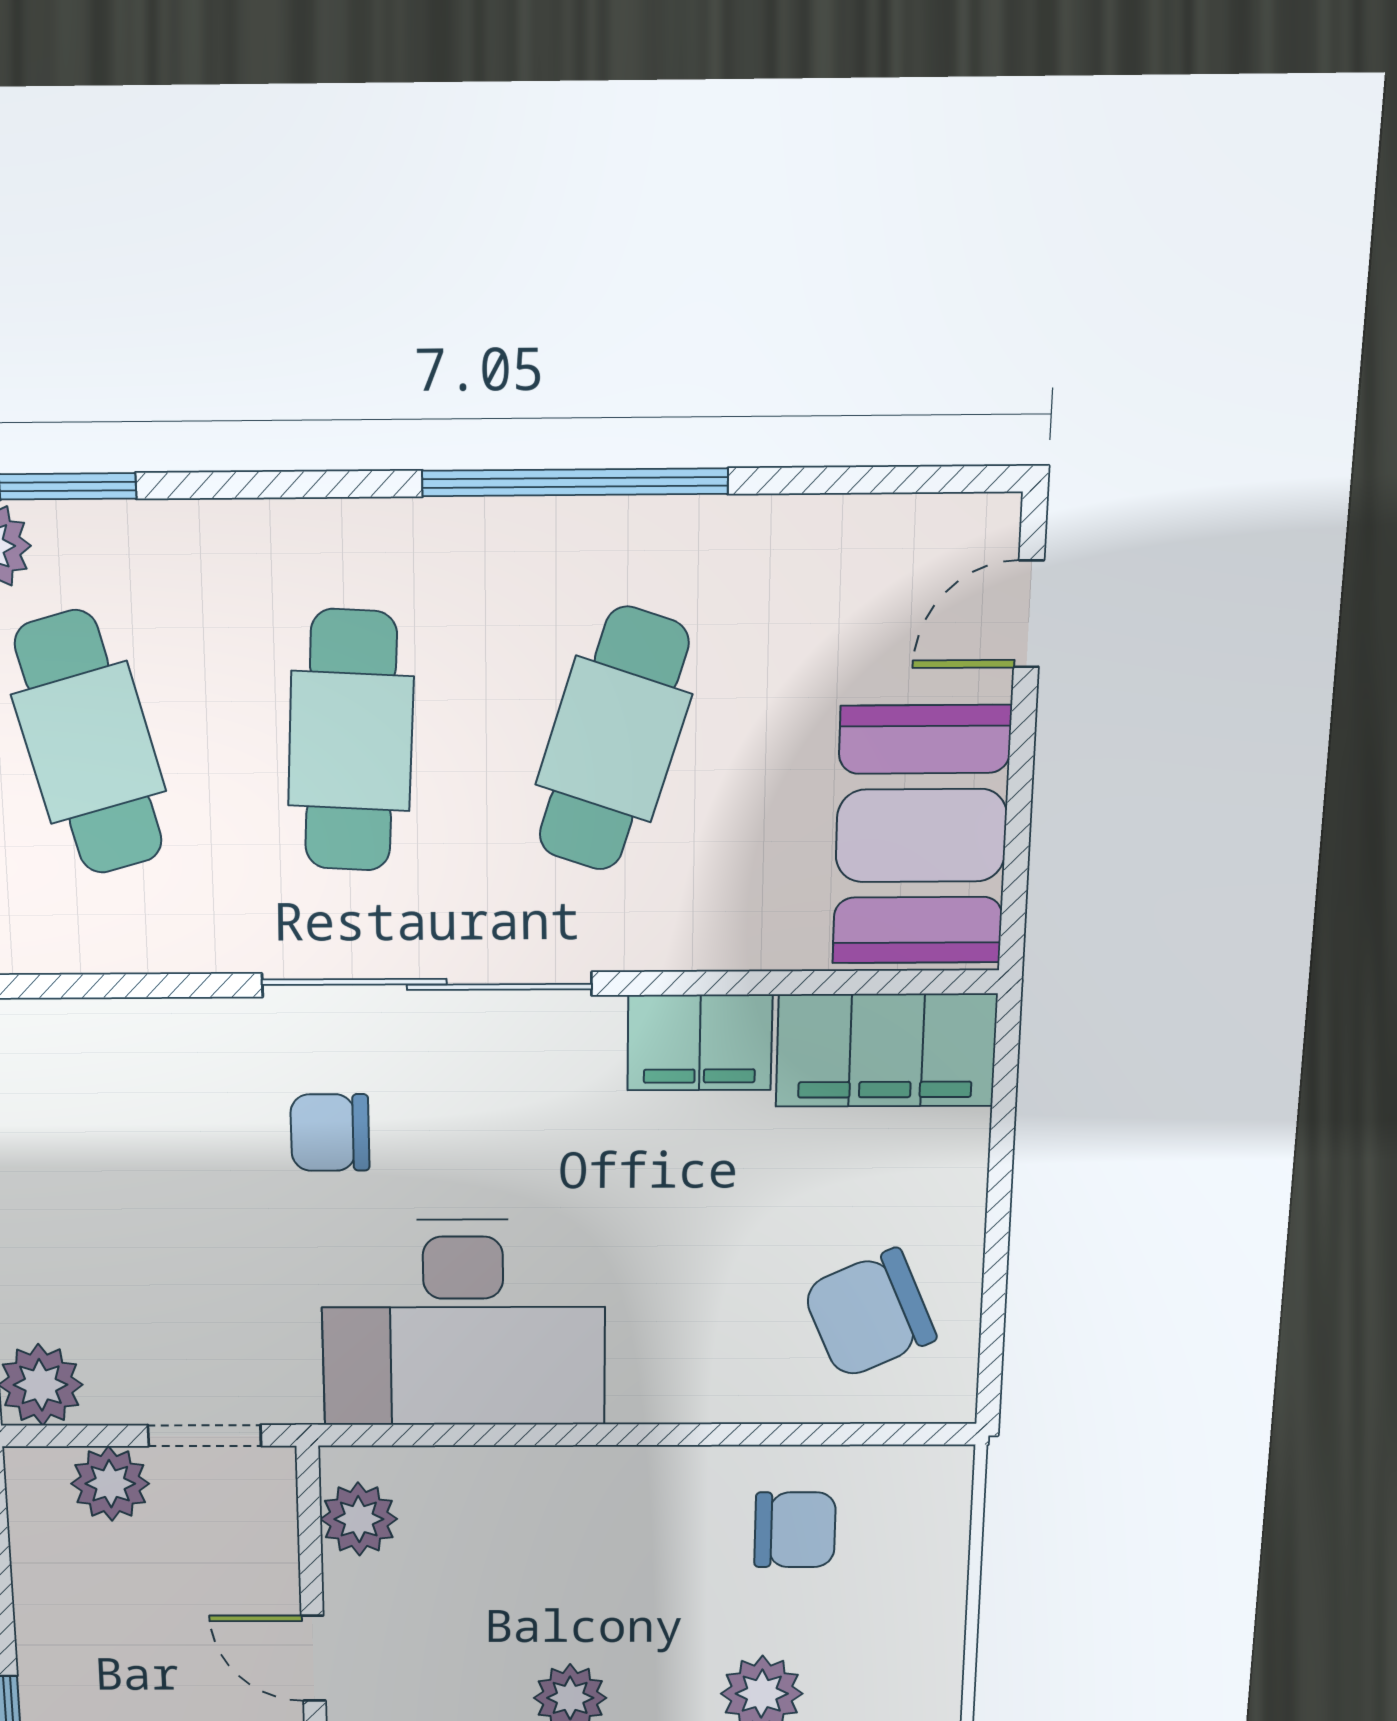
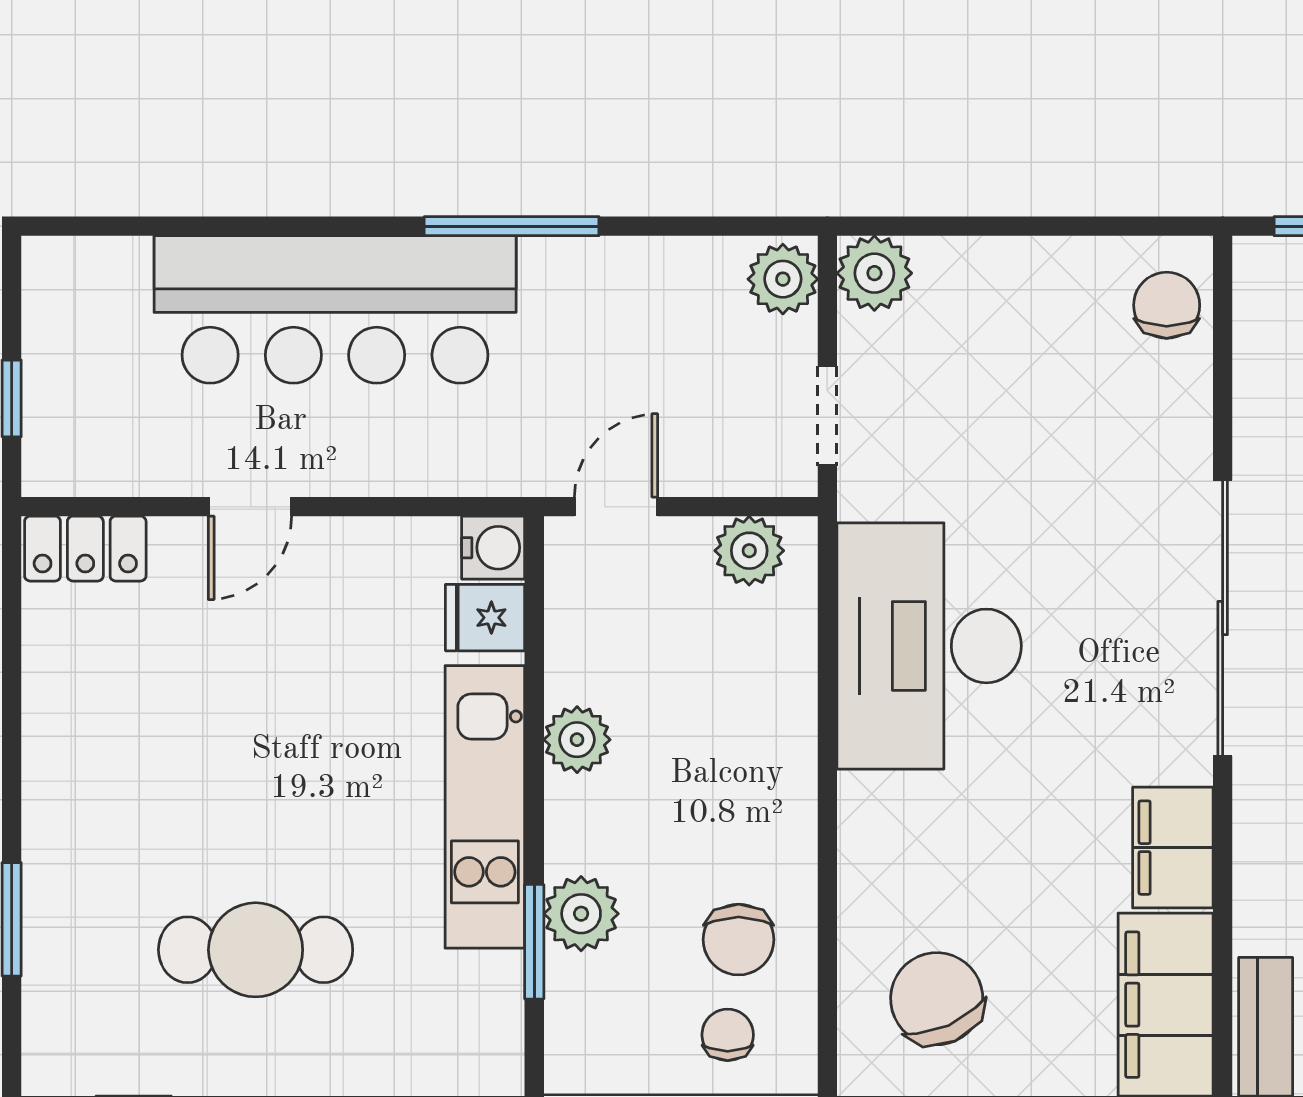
chair: (330, 1133) -> (1167, 305), moved
plant: (110, 1484) -> (783, 279), moved
chair: (902, 1541) -> (728, 1035), added

